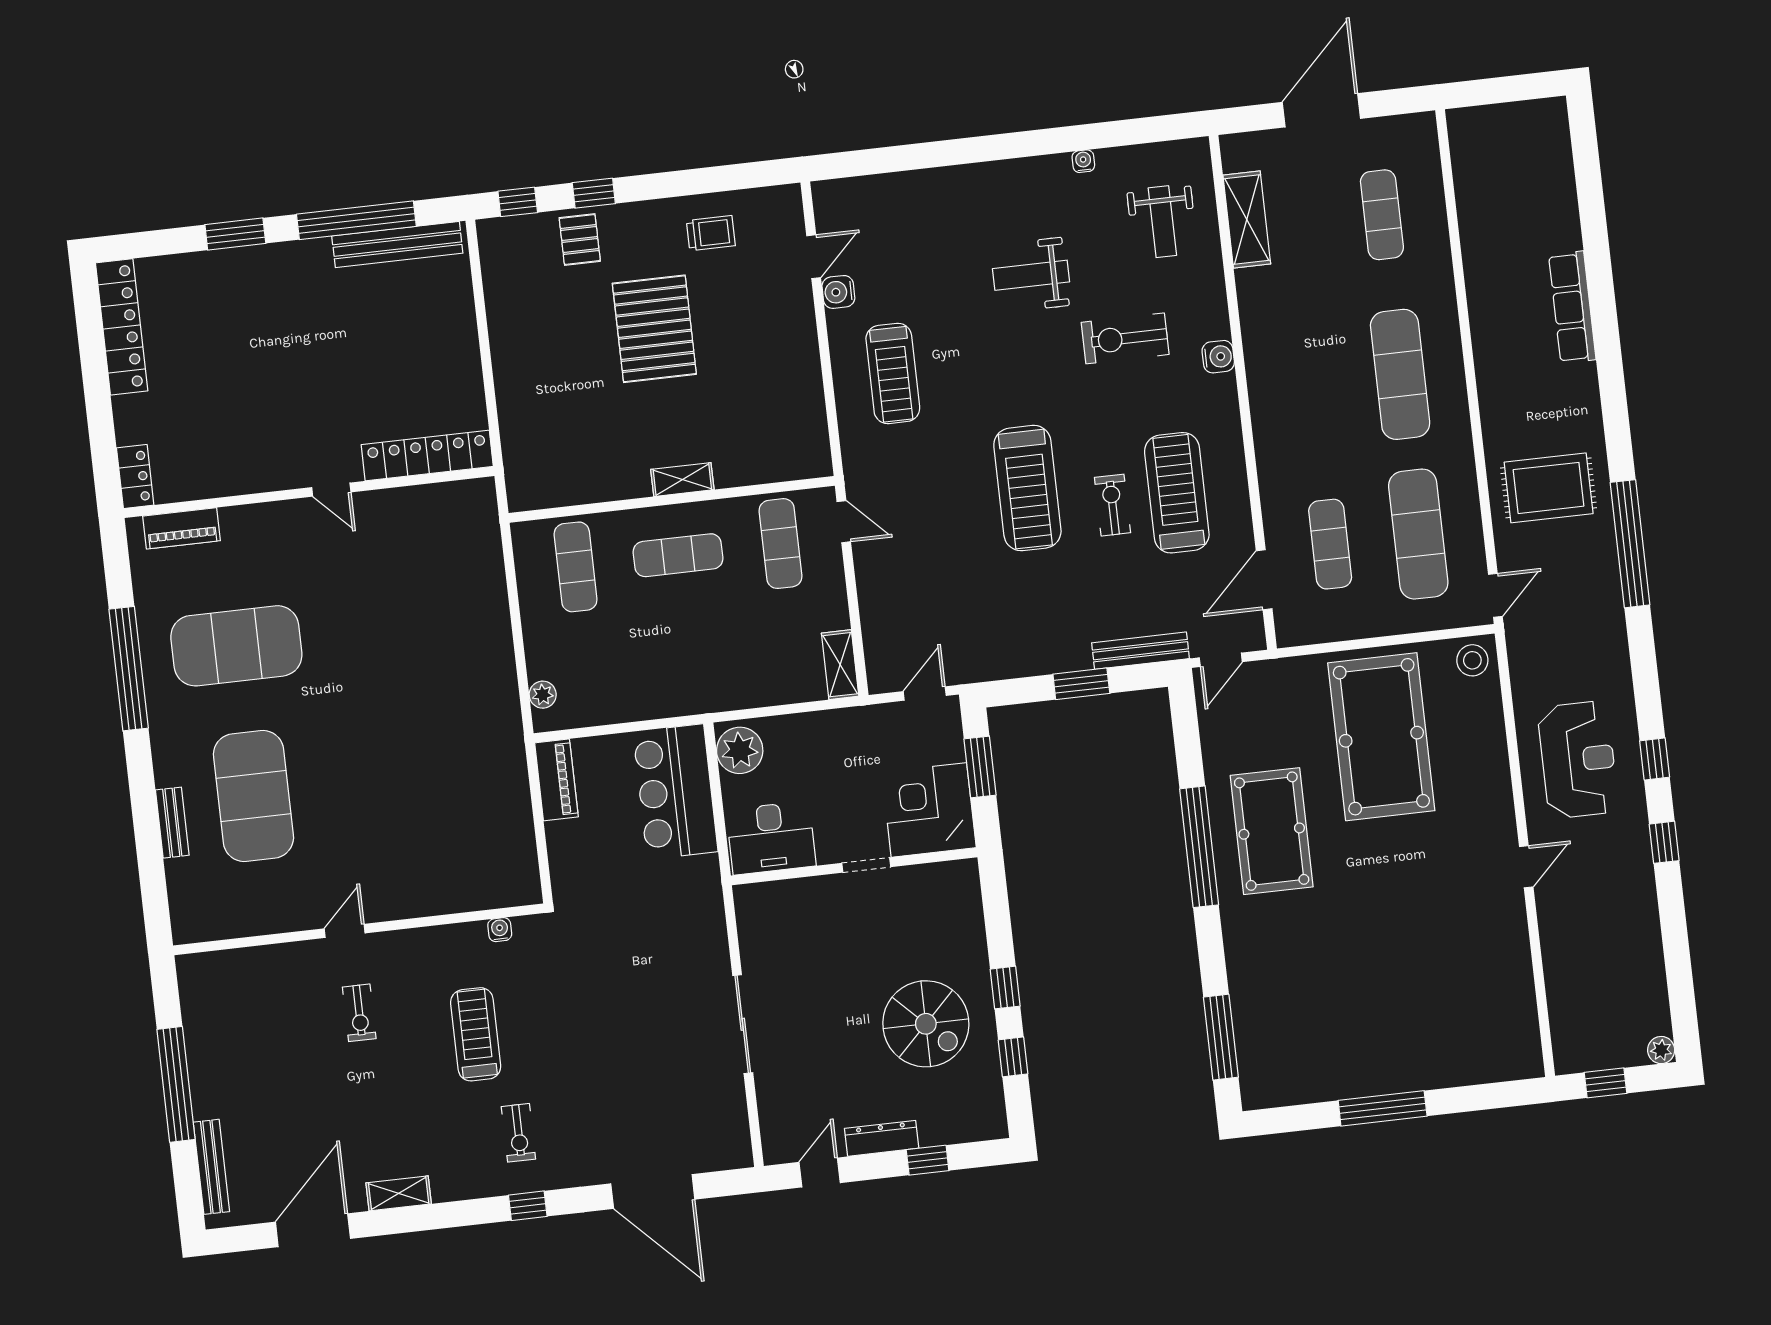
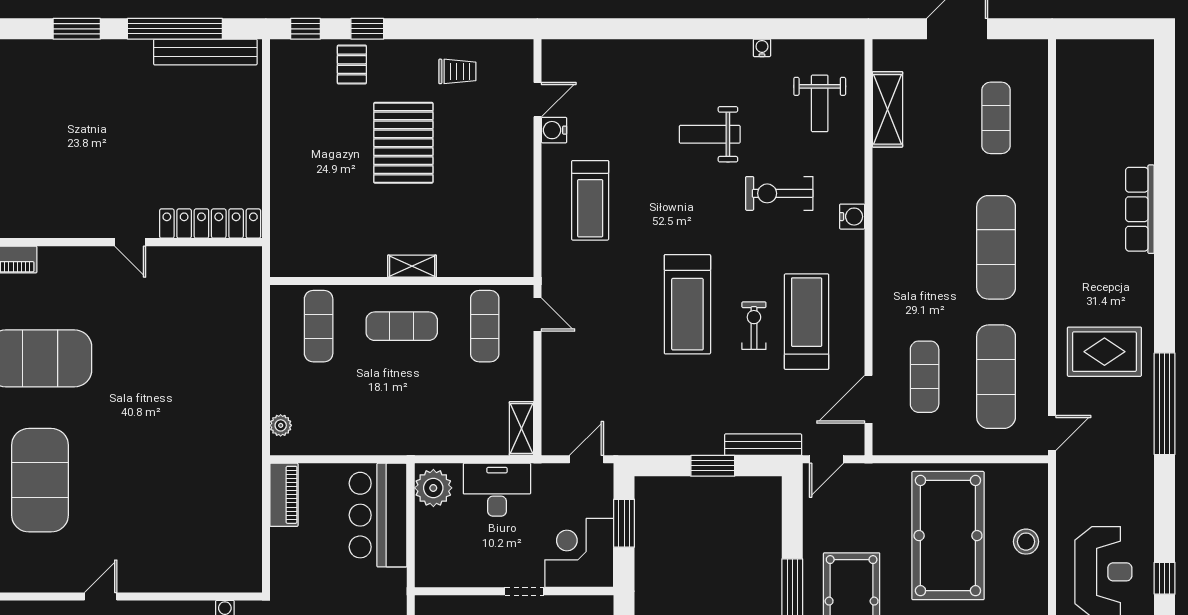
stool: (1472, 660) -> (1026, 542), moved
desk: (771, 838) -> (497, 490), moved, turned 180

